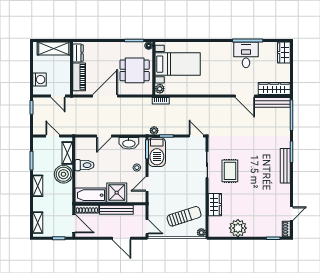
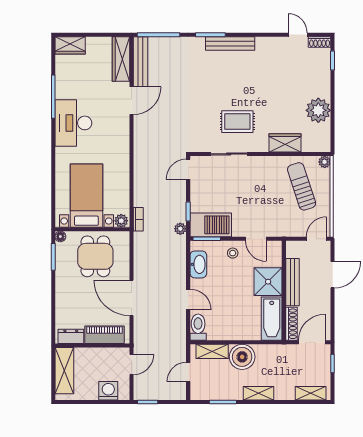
desk: (246, 55) -> (73, 123), moved, width x1.37
toilet: (84, 165) -> (198, 327), moved

